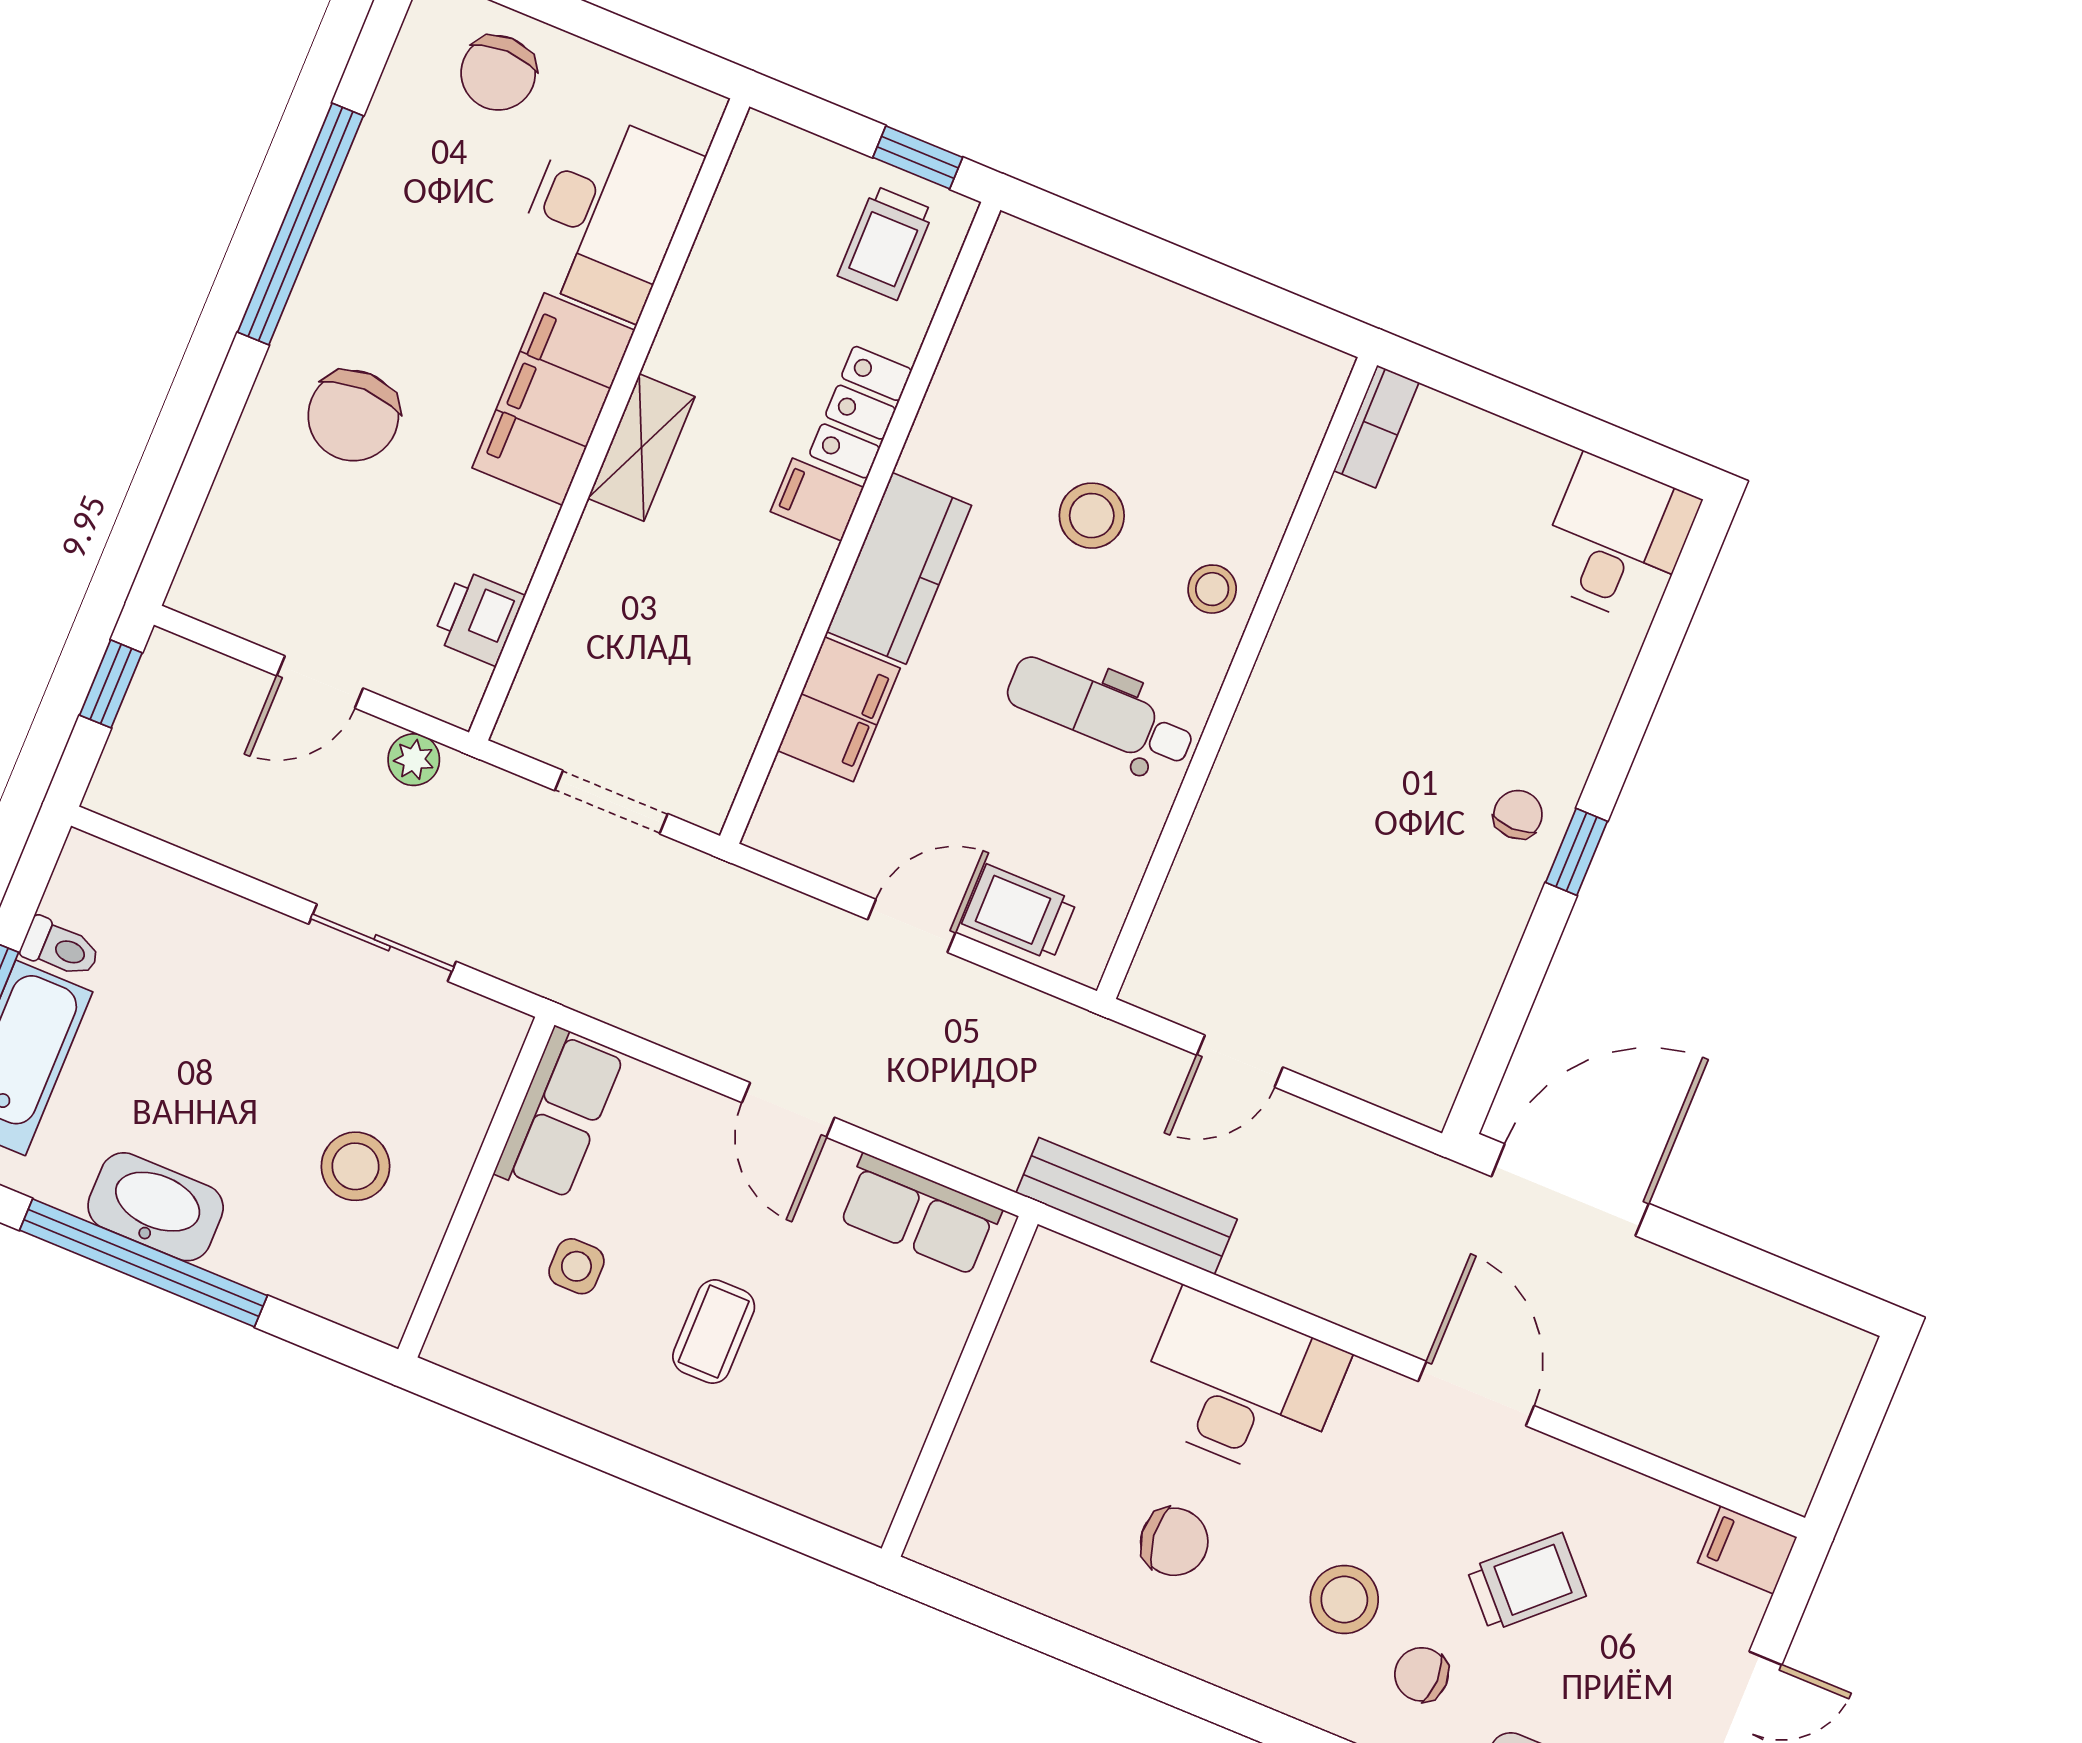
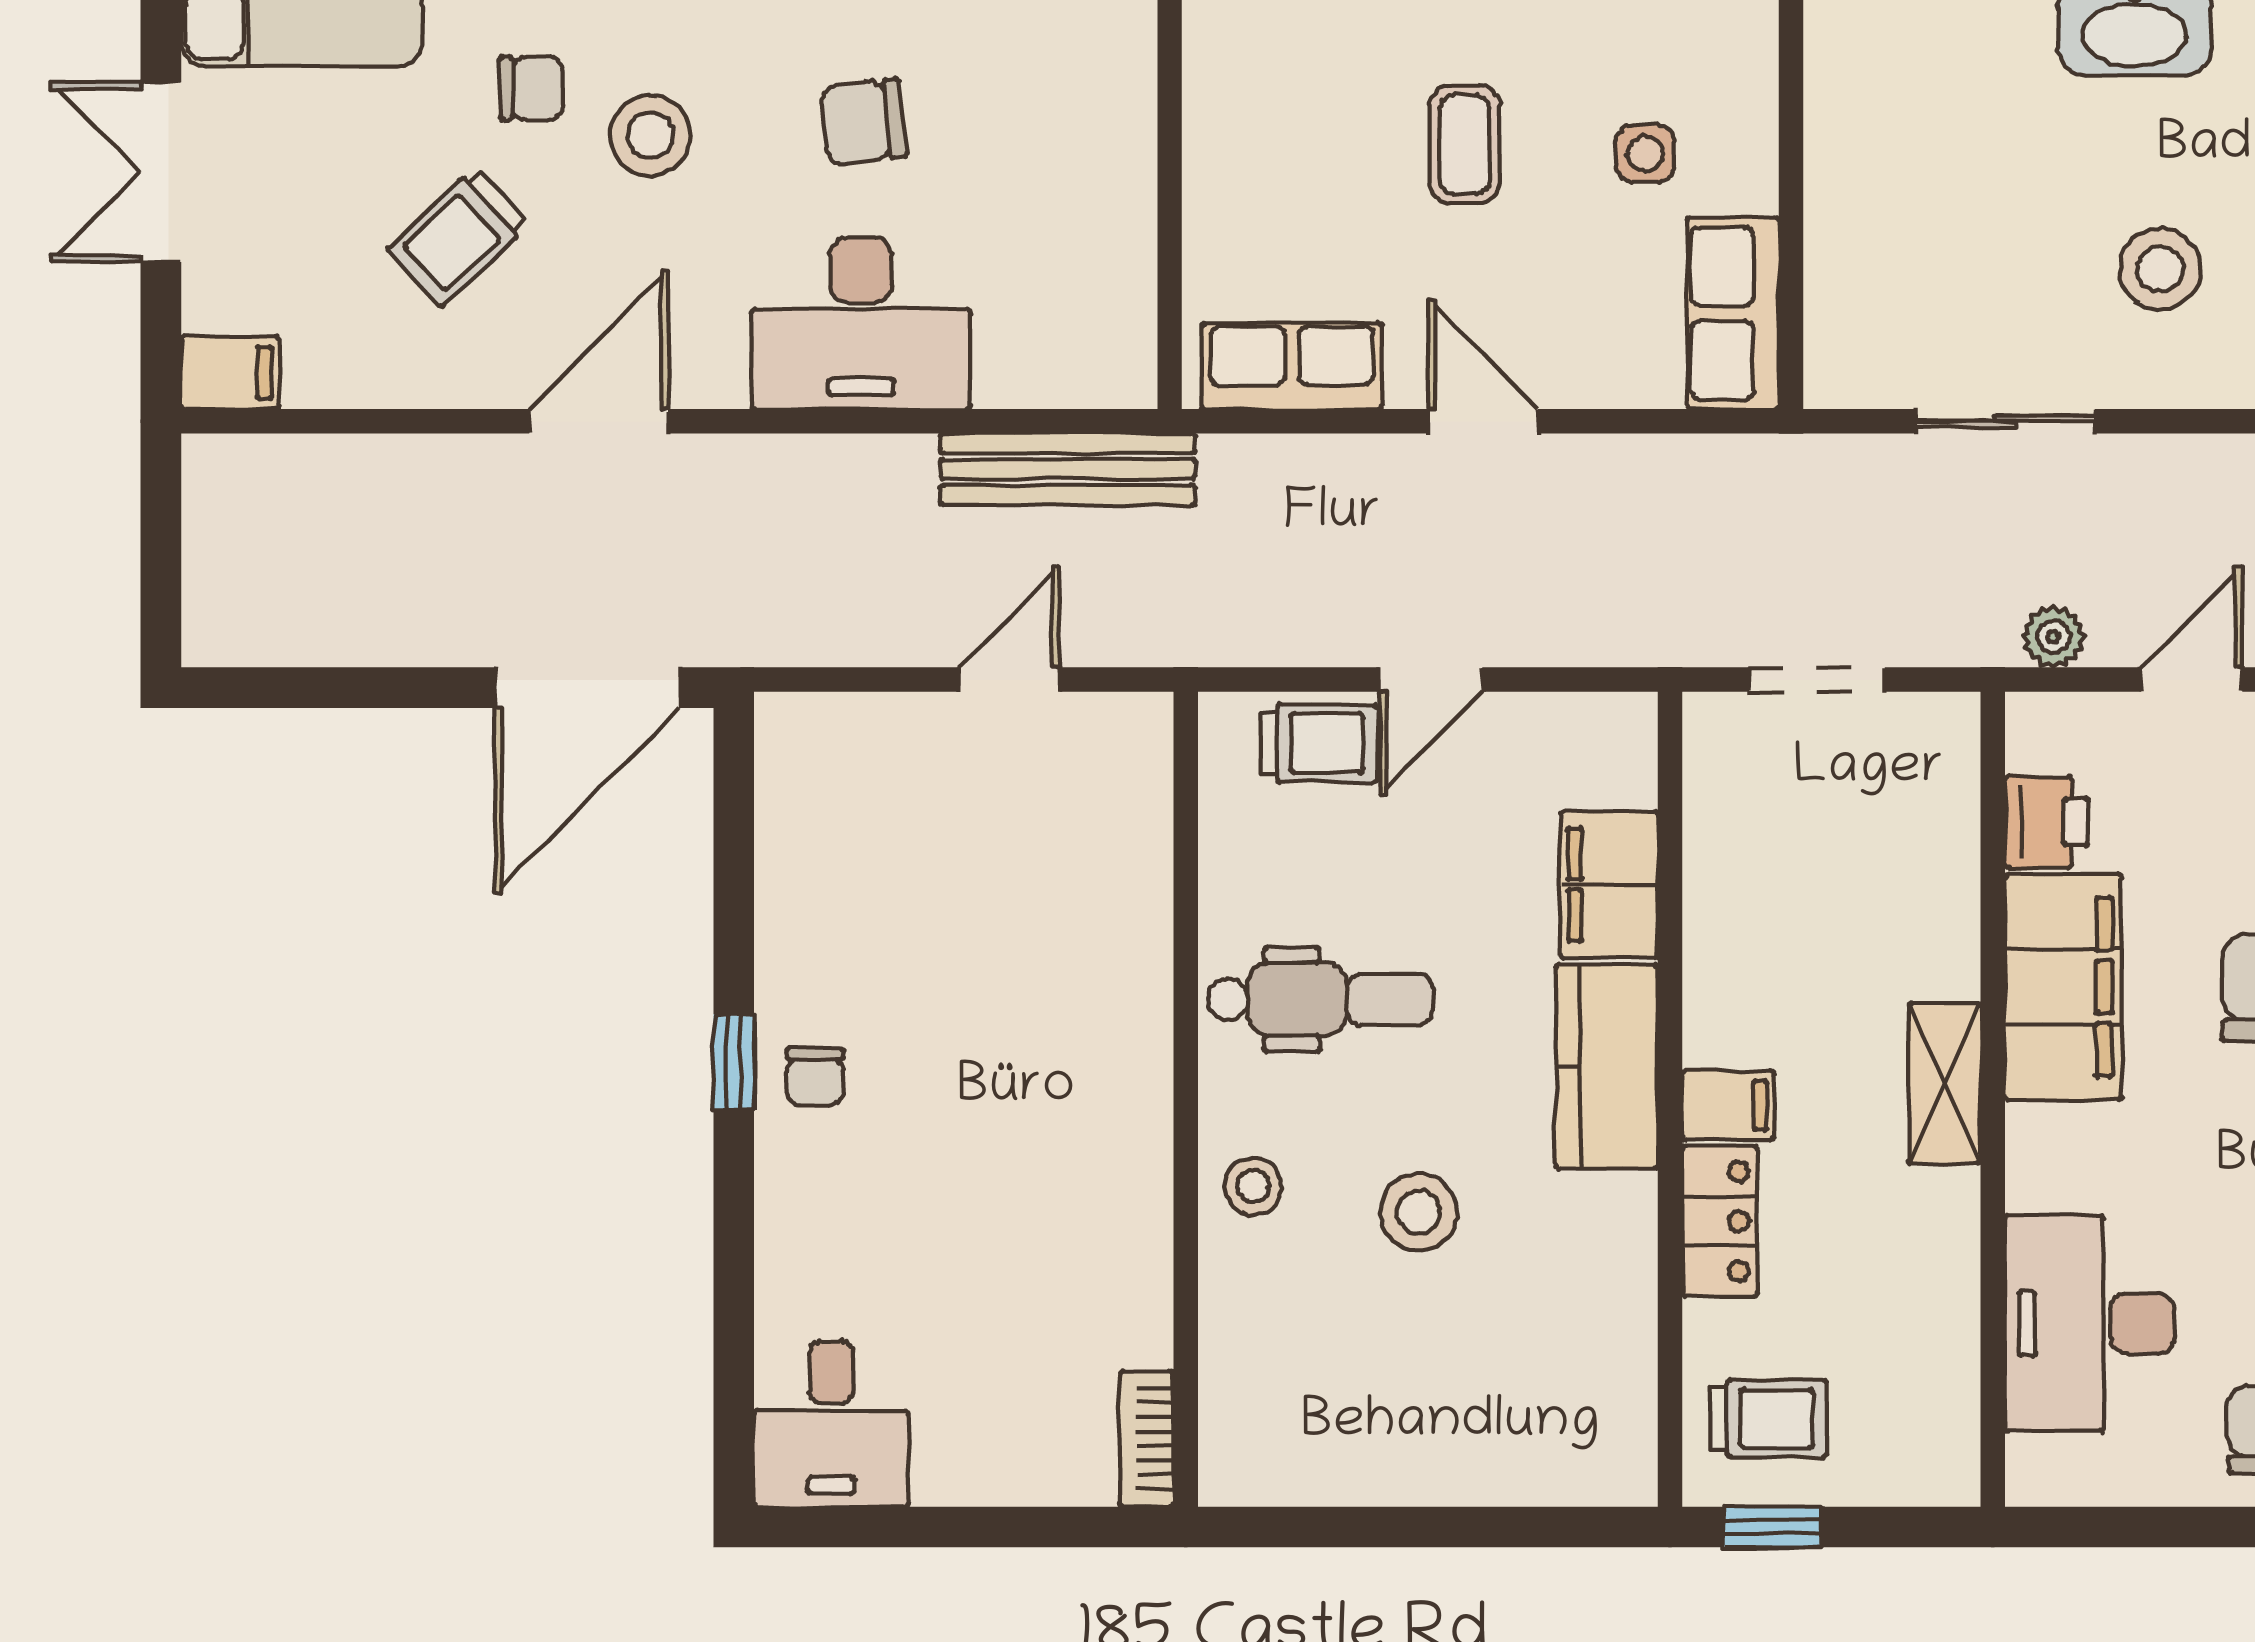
trolley: (886, 243) -> (1769, 1419), turned 90
filing cabinet: (553, 399) -> (2063, 987), moved
stool: (355, 1166) -> (2160, 269), moved
door: (1476, 1394) -> (599, 421), swing flipped

